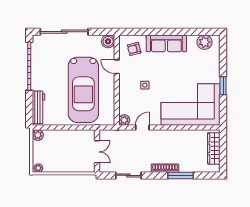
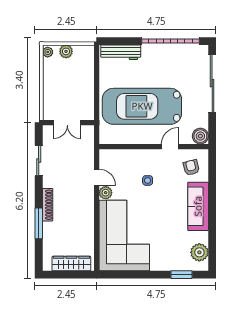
window: (223, 86) -> (181, 275), moved
plant: (124, 120) -> (106, 193), moved
plant: (38, 135) -> (66, 51), moved

